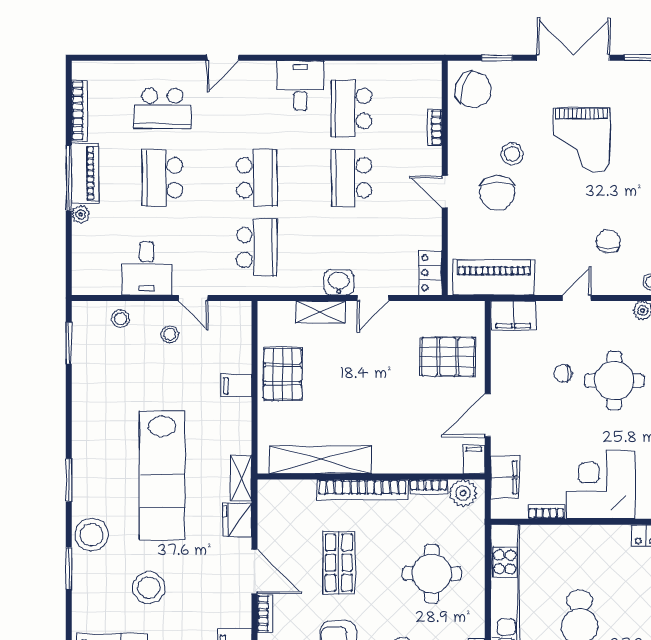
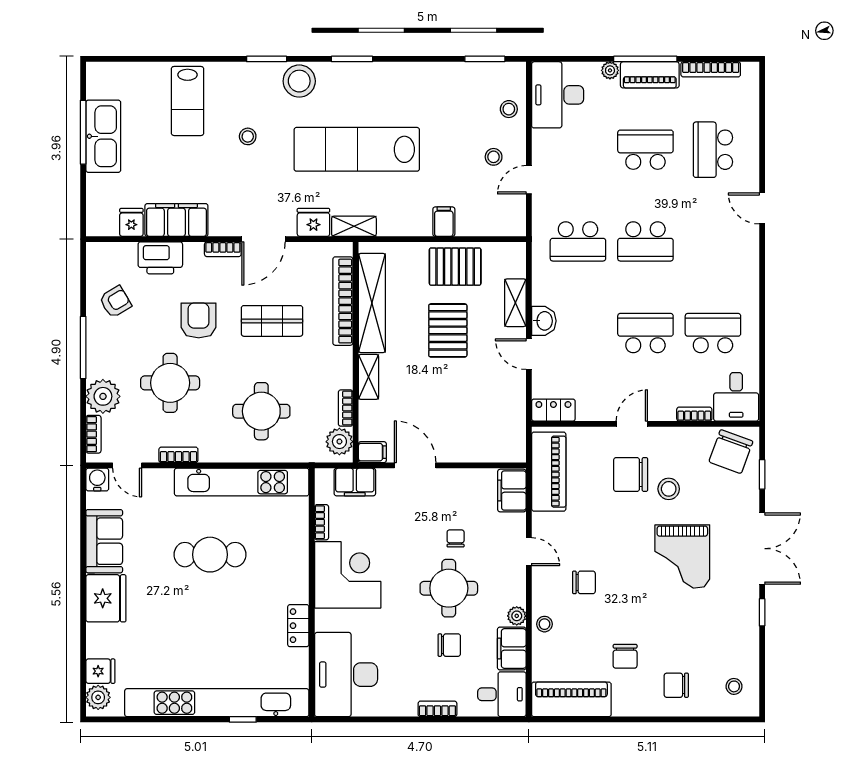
desk: (300, 86) -> (736, 397), moved, turned 90
grand piano: (581, 140) -> (682, 556), turned -90
desk: (147, 268) -> (558, 95), moved, width x1.37
pallet: (448, 357) -> (448, 330), moved
shelving: (396, 463) -> (368, 377), added
bookcase: (362, 490) -> (343, 301), moved
stool: (149, 588) -> (248, 136), width x0.53, depth x0.53

